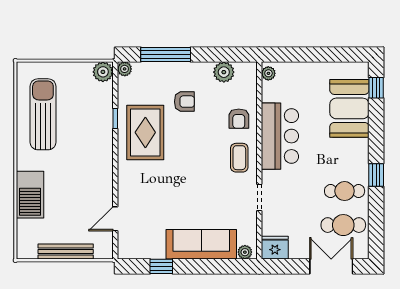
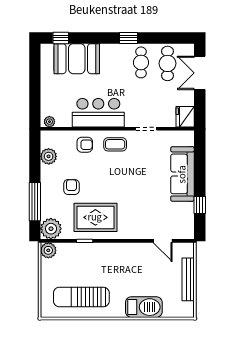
plant: (125, 69) -> (51, 229), width x1.88, depth x1.88
plant: (245, 252) -> (189, 140), removed

